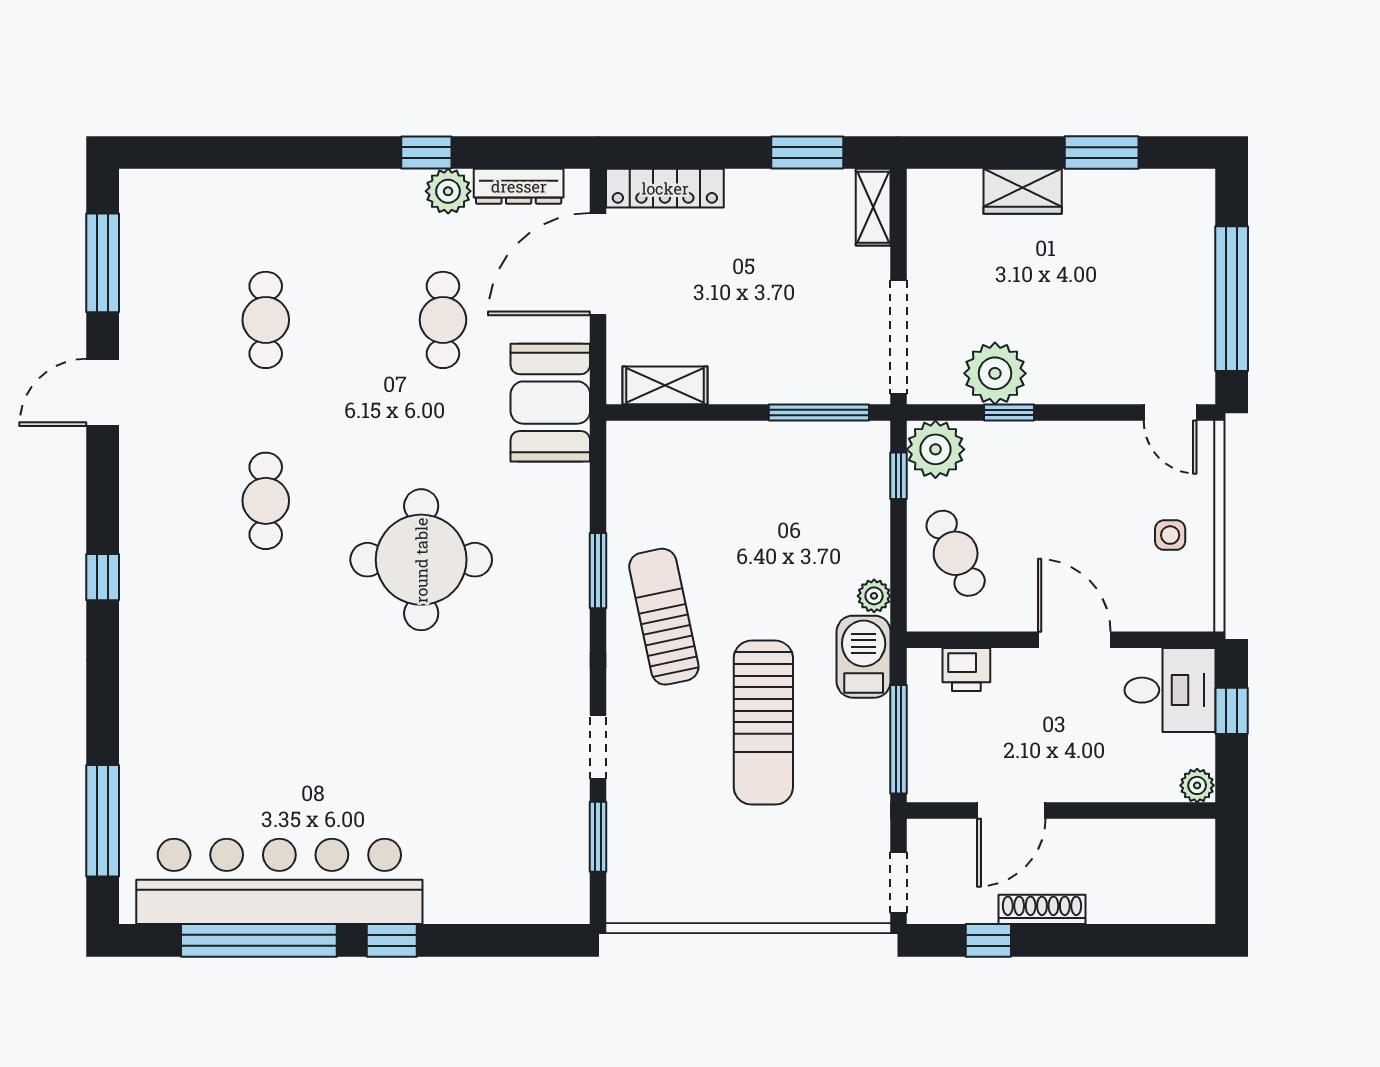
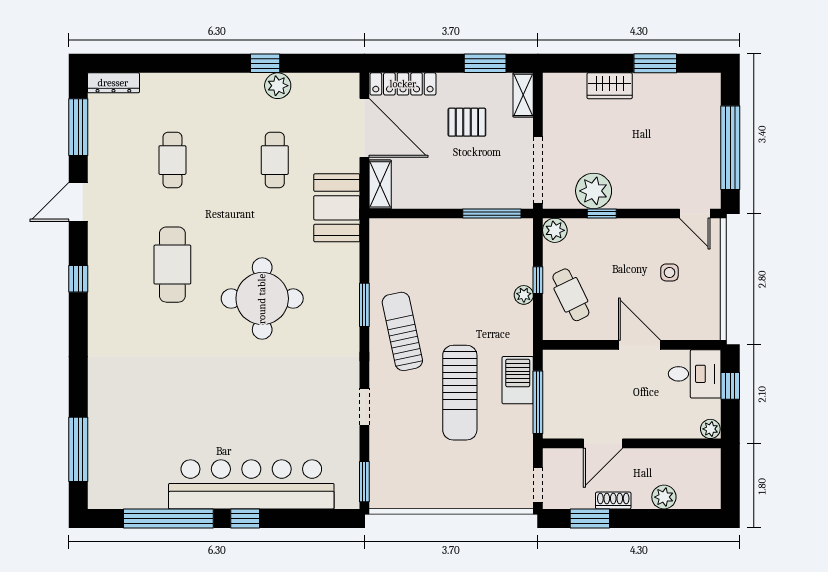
dresser: (519, 186) -> (113, 83), moved
pallet: (776, 254) -> (467, 122), added
door: (598, 264) -> (364, 128), swing flipped
shelving: (665, 385) -> (380, 184), moved, turned 90
plant: (935, 449) -> (555, 230), width x0.73, depth x0.73
window: (899, 476) -> (538, 280), moved
cafe table: (266, 501) -> (172, 265), width x1.37, depth x1.35
side table: (1170, 535) -> (669, 272), moved
window: (103, 577) -> (78, 279), moved
plant: (874, 596) -> (524, 295), moved
barbecue: (864, 657) -> (518, 380), moved
printer: (966, 669) -> (577, 362), removed
window: (598, 837) -> (364, 482), moved
bar counter: (279, 881) -> (251, 484), moved
plant: (1117, 903) -> (664, 497), added
shoe rack: (1042, 909) -> (613, 501), width x0.70
window: (988, 940) -> (590, 518), width x1.50

